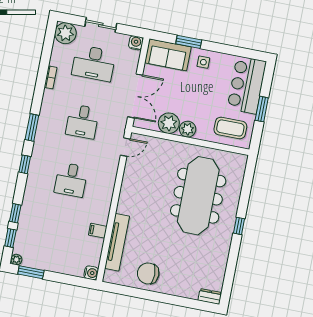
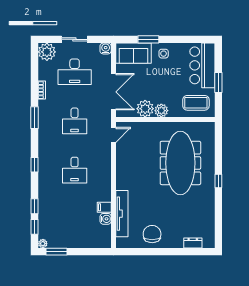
window: (32, 127) -> (35, 118), moved
water cooler: (91, 273) -> (106, 219), moved
chair: (148, 273) -> (152, 234), turned 90
dresser: (210, 296) -> (193, 243), moved

